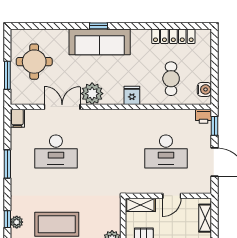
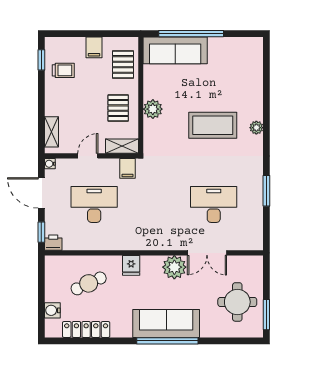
window: (99, 26) -> (167, 341), width x3.17
window: (7, 75) -> (266, 315), moved
cafe table: (171, 79) -> (89, 283), turned 65
water cooler: (204, 89) -> (52, 310), moved
filing cabinet: (17, 118) -> (128, 168), moved, turned 180
water cooler: (207, 189) -> (50, 164), added
window: (7, 219) -> (266, 131), removed

